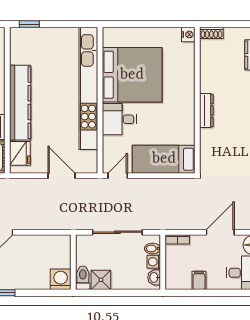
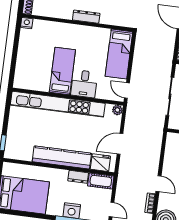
bed: (132, 75) -> (62, 71), width x0.49
plant: (91, 167) -> (117, 110), added
door: (62, 176) -> (120, 144), moved

